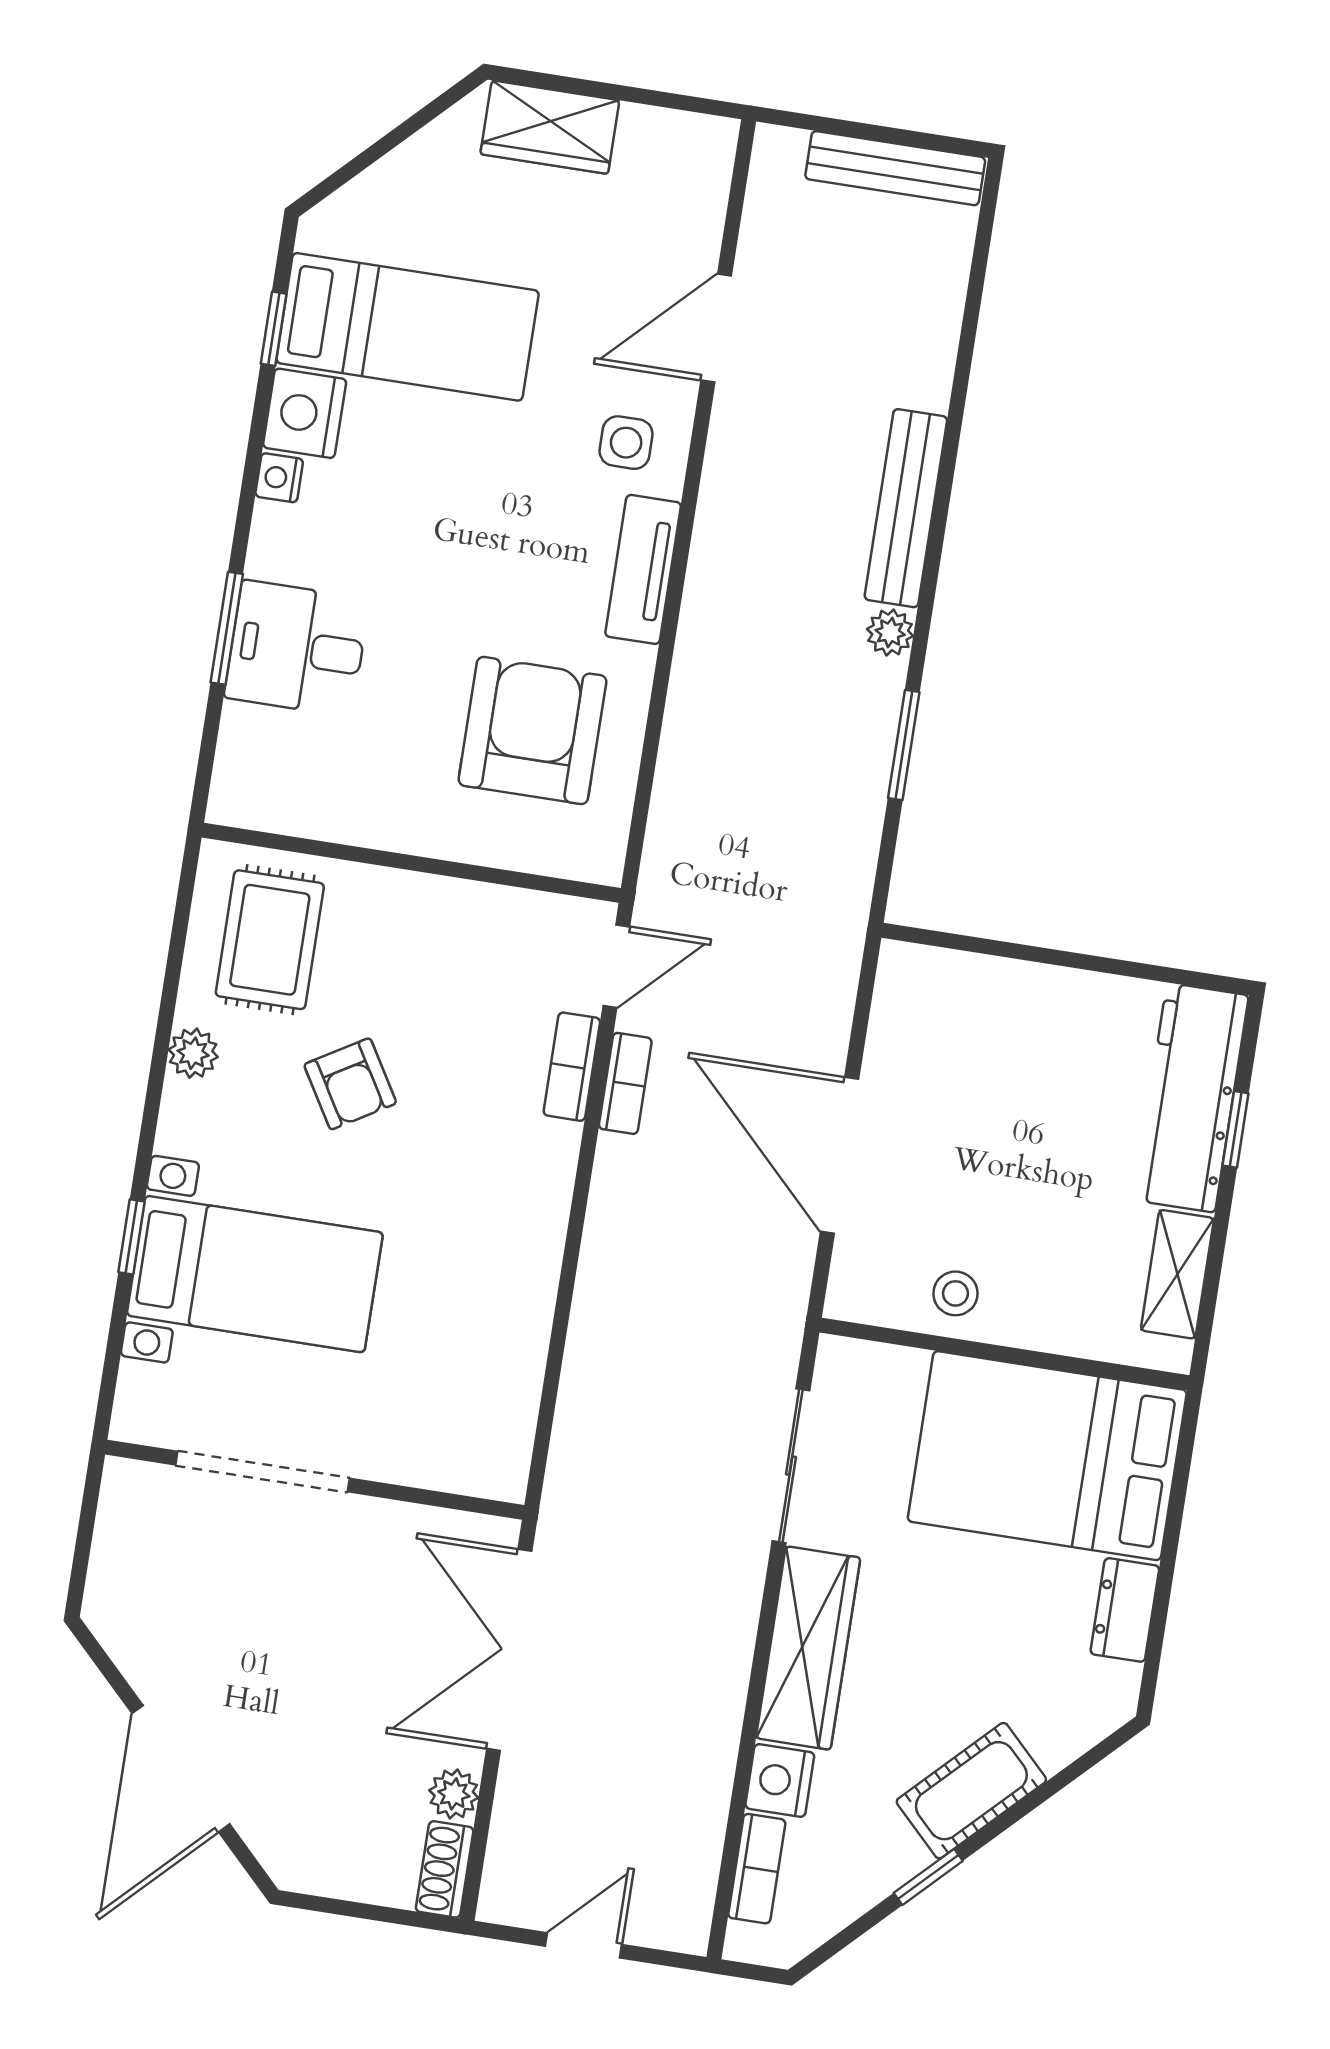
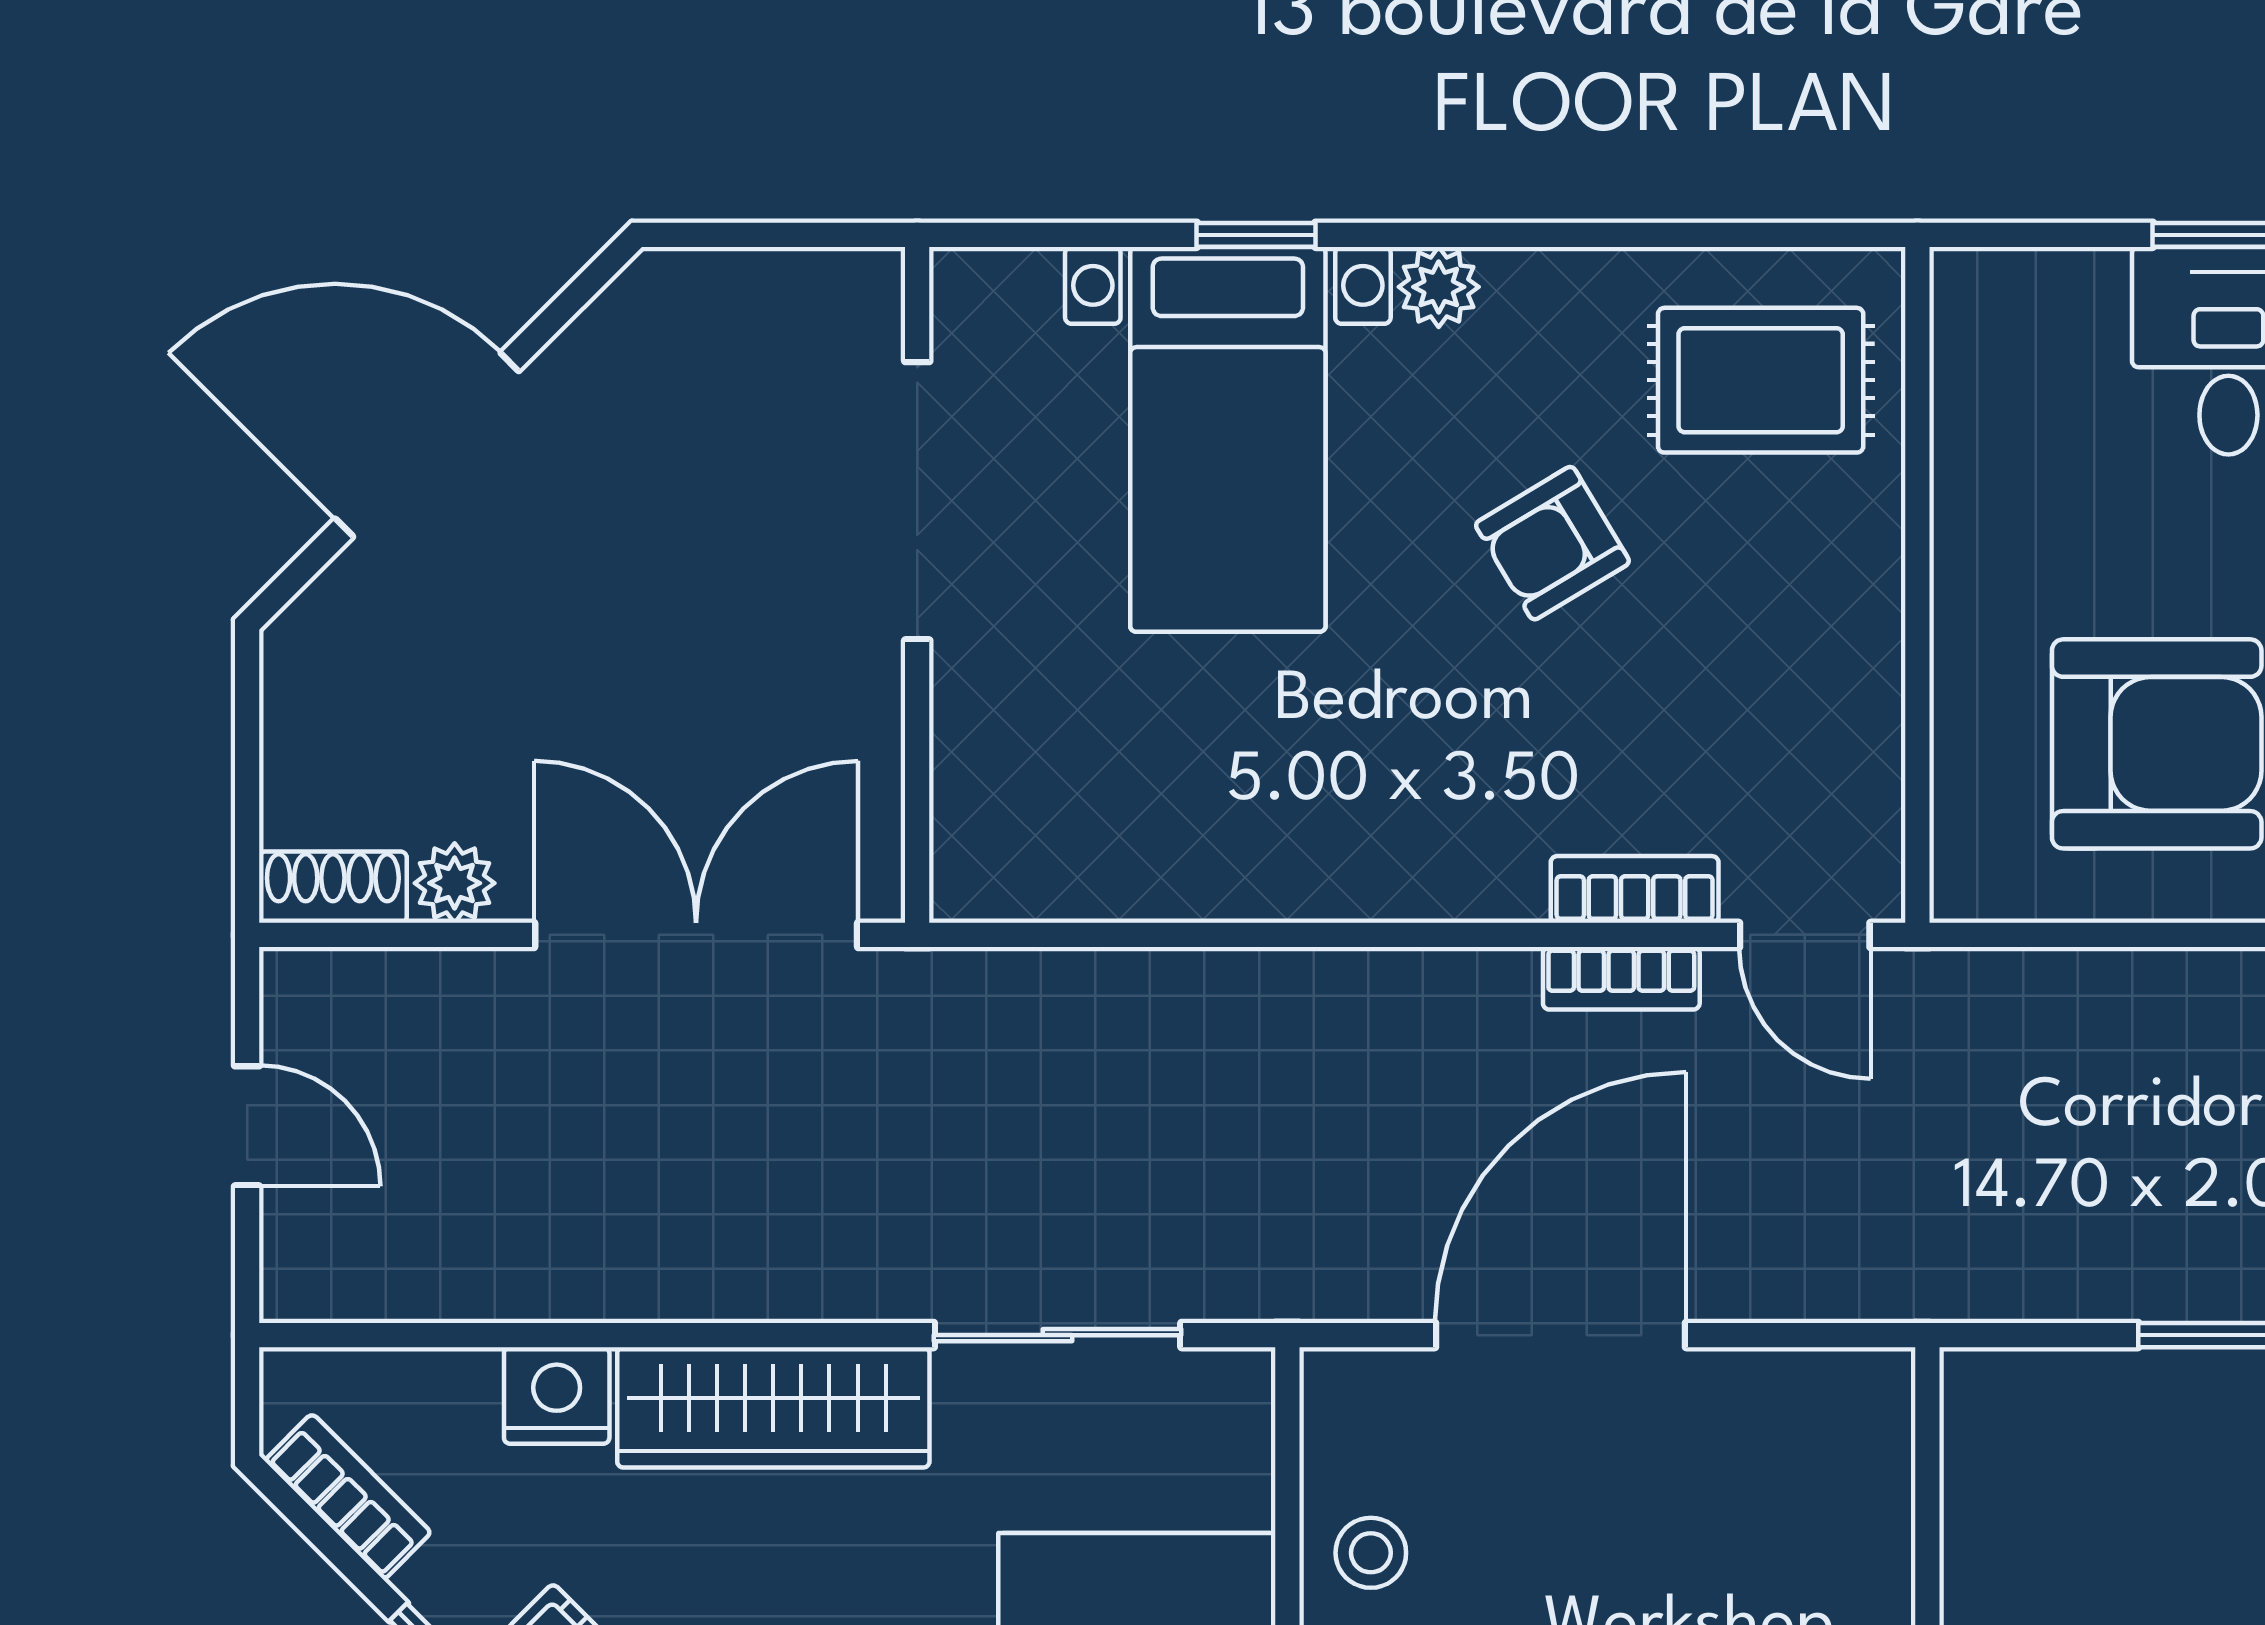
plant: (193, 1053) -> (1439, 287), moved
bookcase: (757, 1869) -> (348, 1497), moved, turned -135

